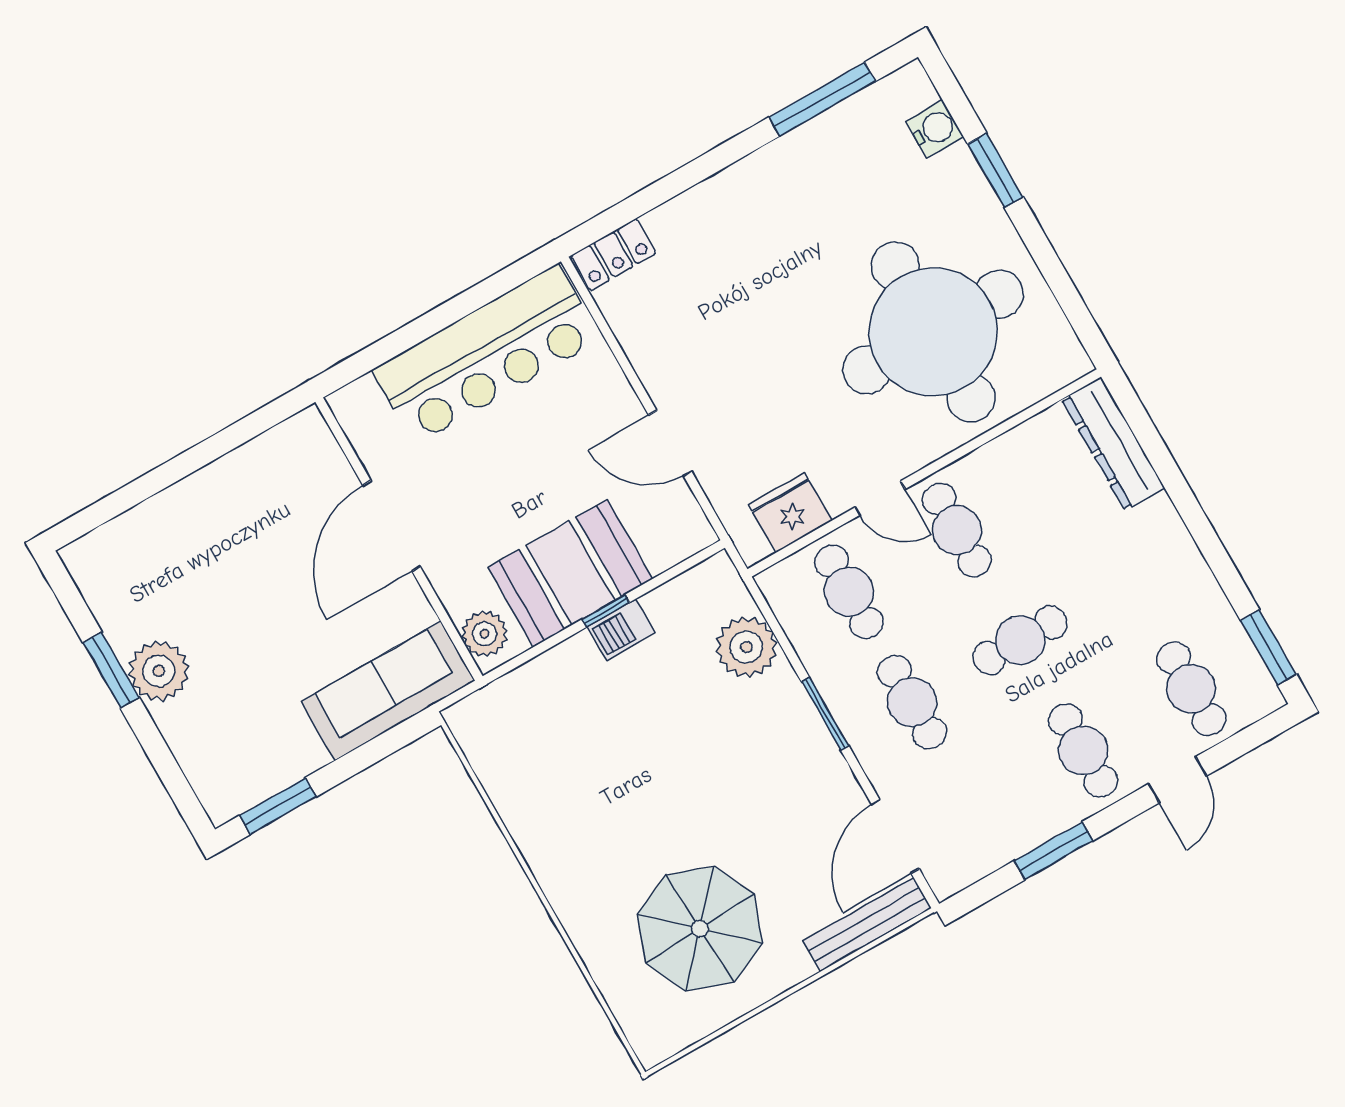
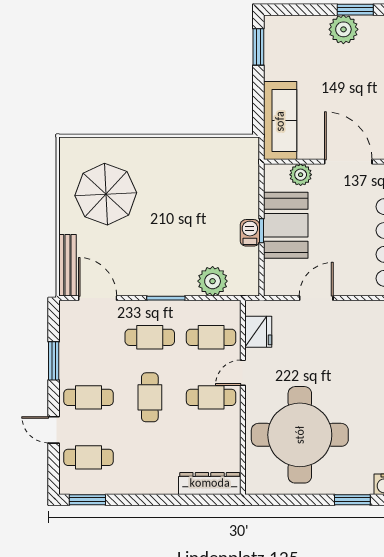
plant: (485, 634) -> (301, 175), moved

